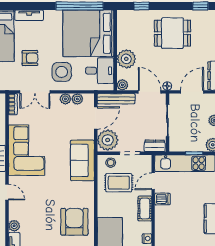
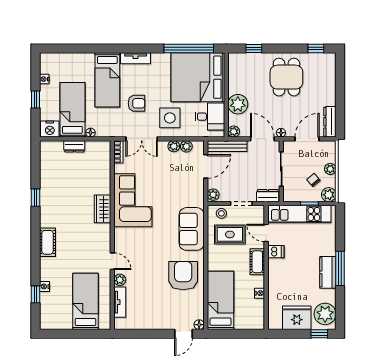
dining table: (172, 33) -> (286, 77), turned 90
chair: (198, 131) -> (314, 180), added
plant: (108, 140) -> (213, 195), width x0.53, depth x0.53
sofa: (82, 160) -> (192, 229), moved
door: (153, 181) -> (266, 233), hinge flipped
door: (7, 192) -> (112, 261), moved

